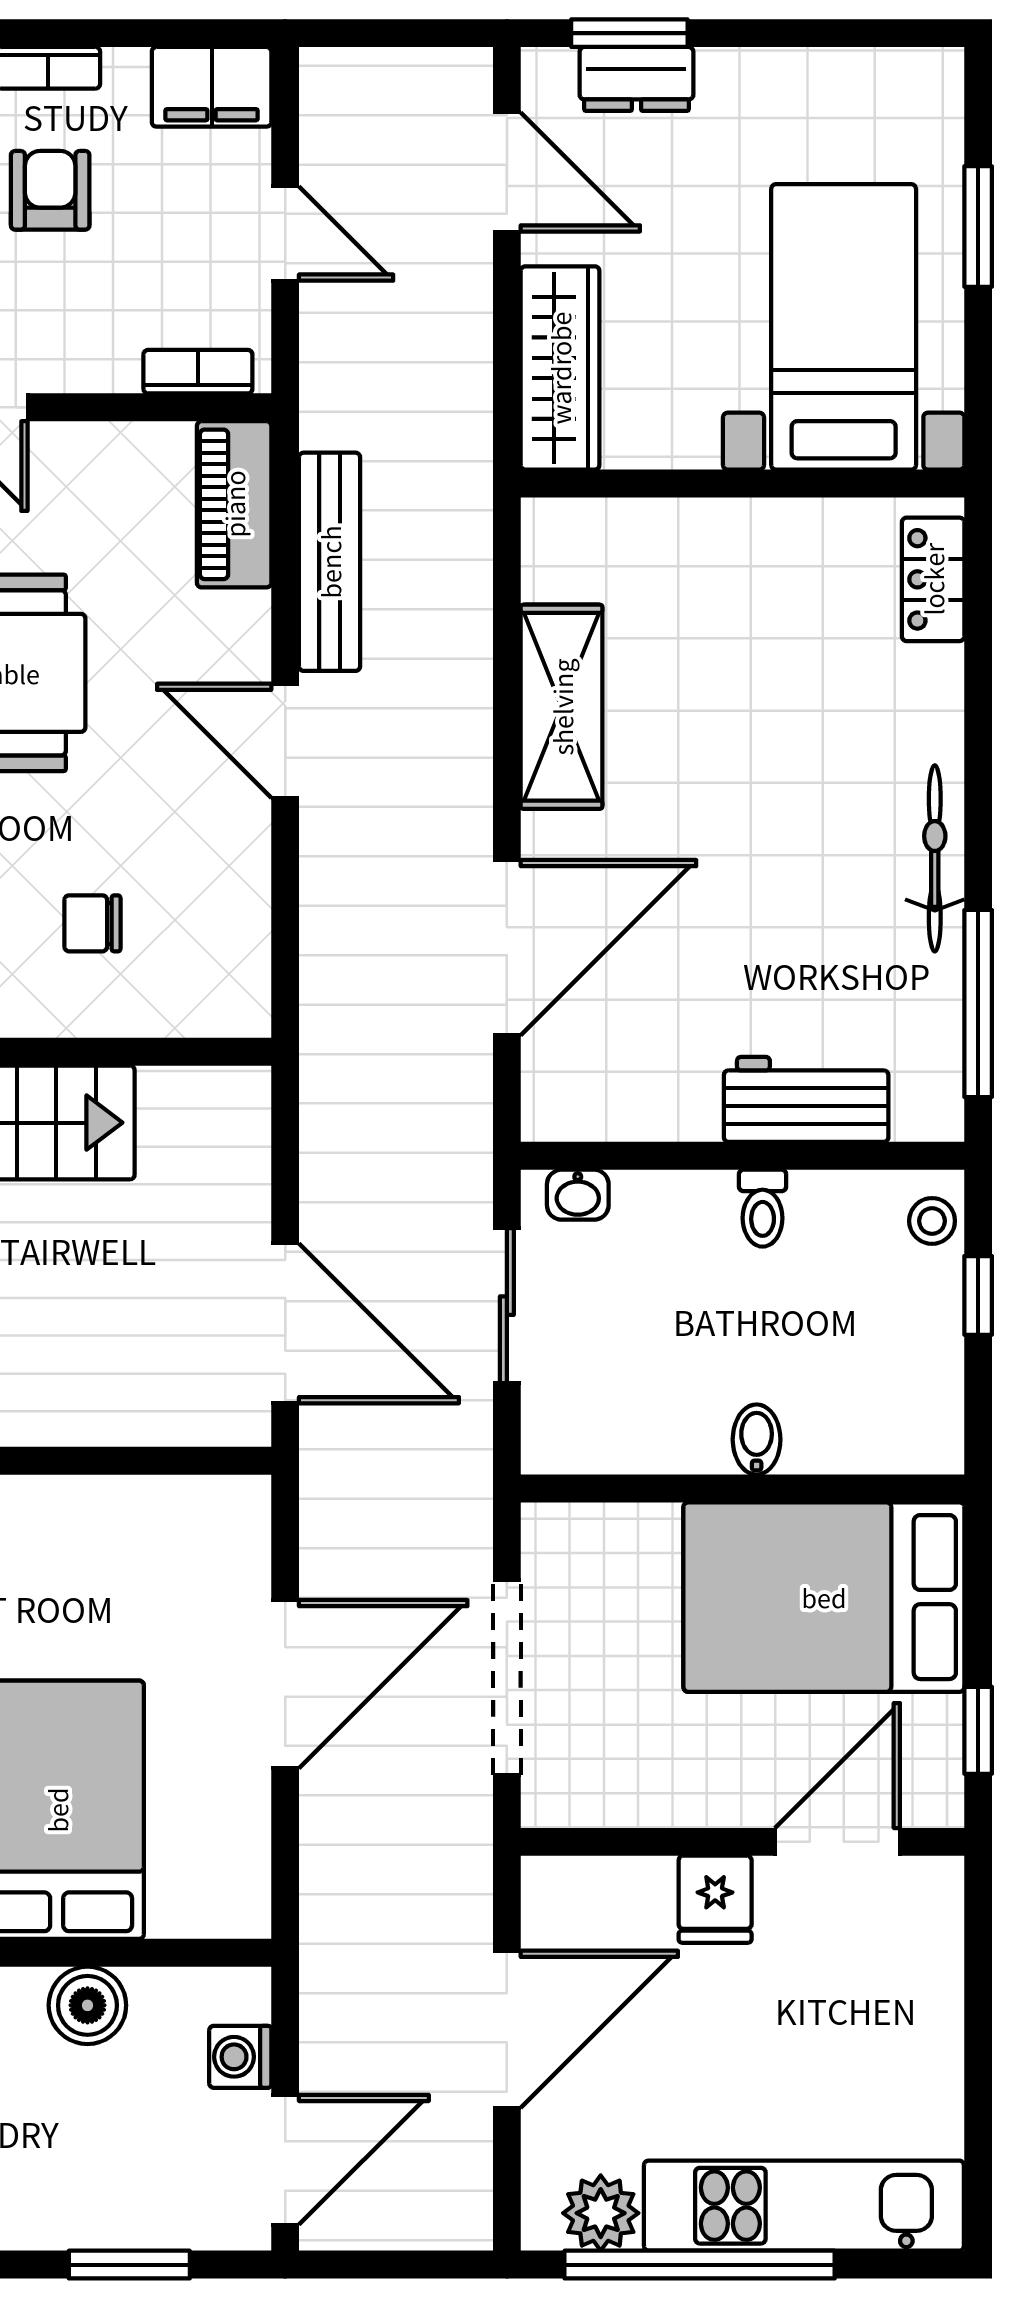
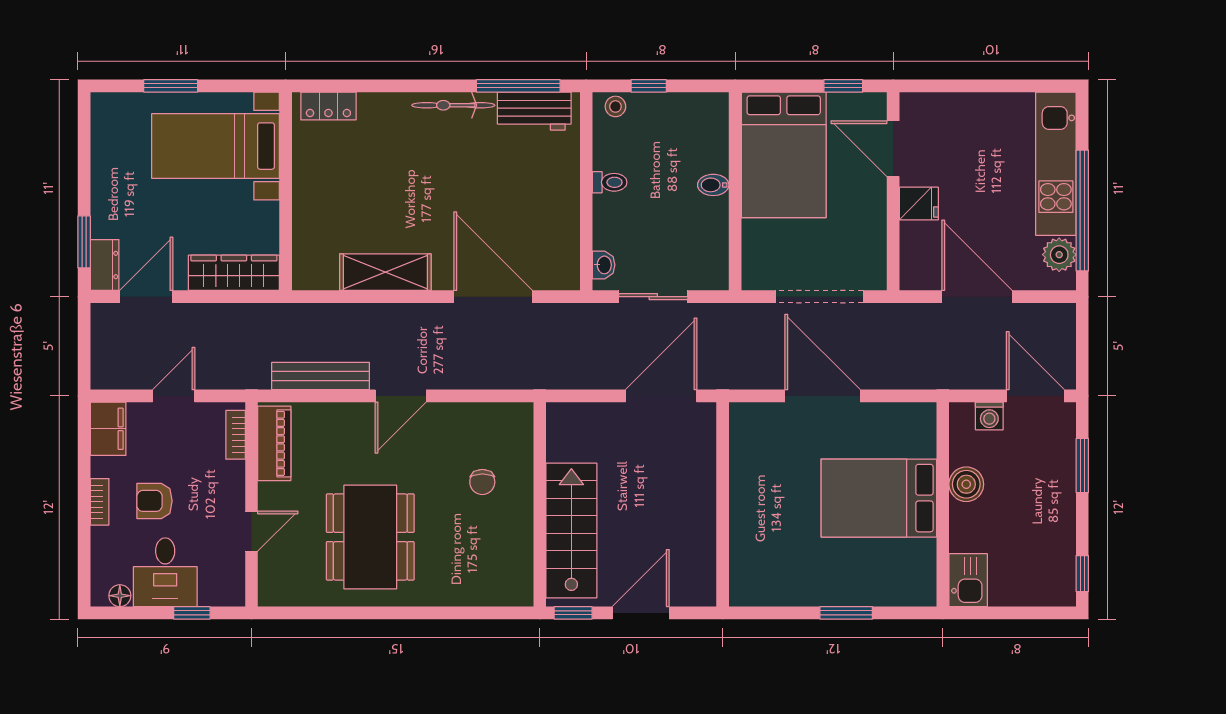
dresser: (636, 79) -> (105, 265), moved
piano: (234, 504) -> (274, 443), moved, turned -90
workbench: (806, 1099) -> (534, 111), moved, turned -90

